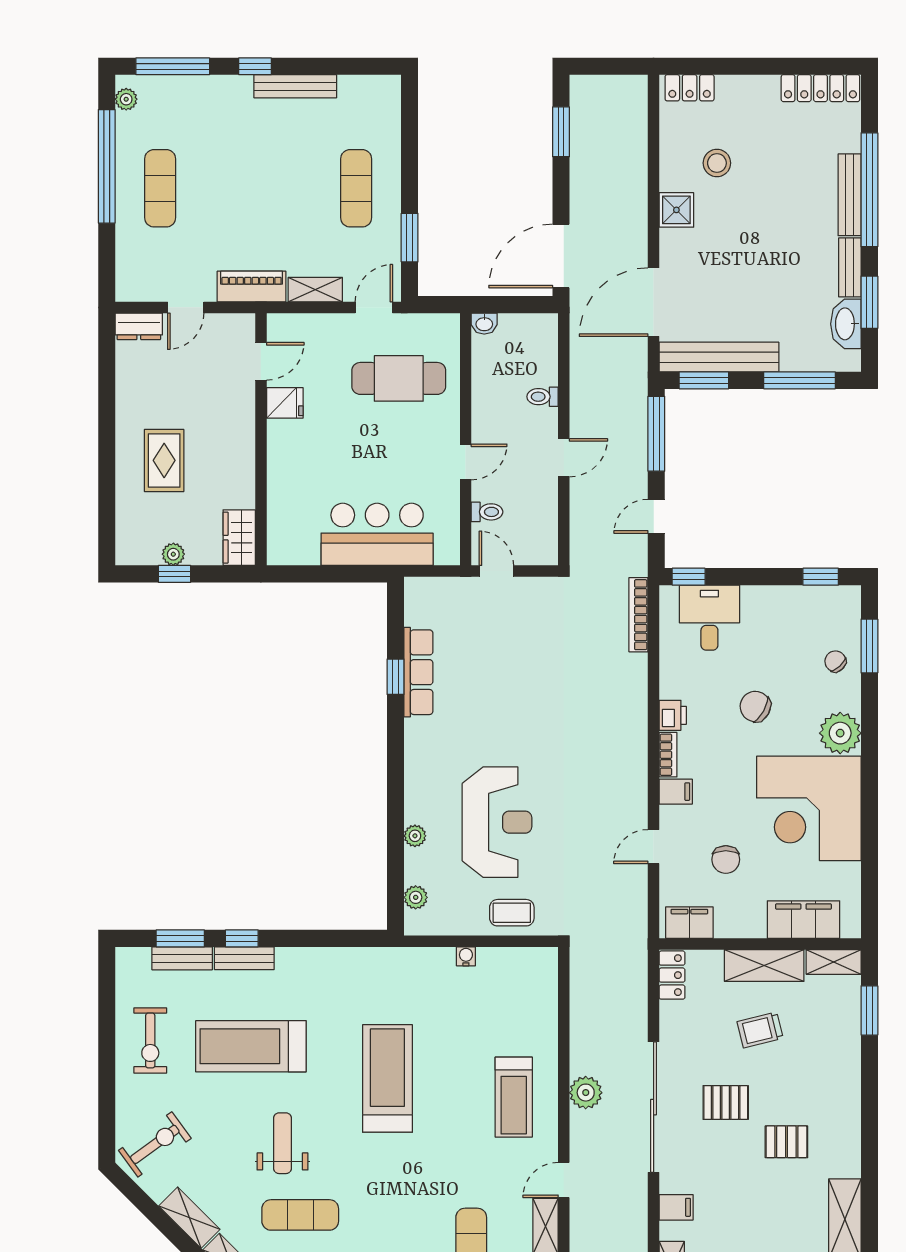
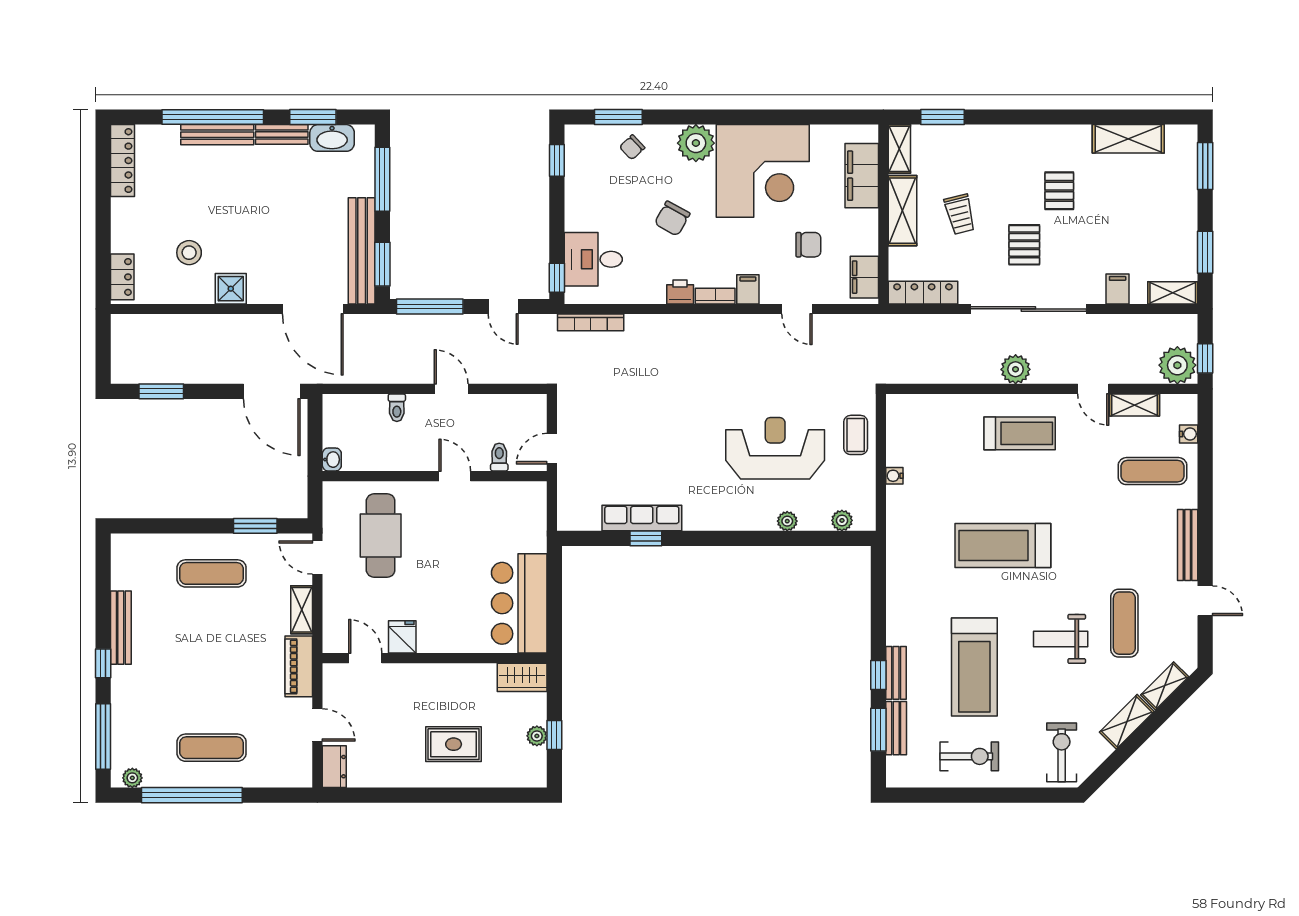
bar counter: (377, 534) -> (519, 603), moved
locker: (672, 975) -> (923, 293), width x1.53
exercise bike: (155, 1144) -> (1062, 752), turned 36

